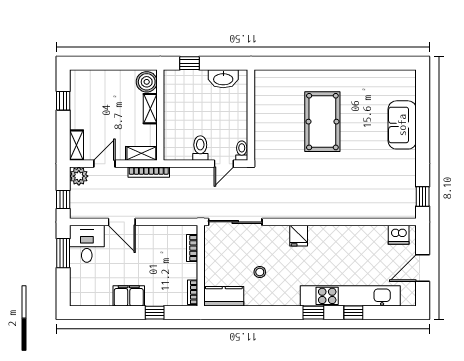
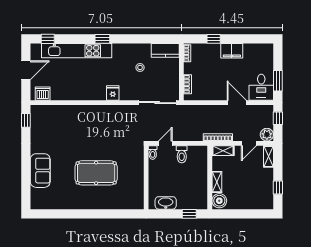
pool table: (322, 122) -> (96, 173), turned 90
window: (353, 313) -> (48, 39), moved

